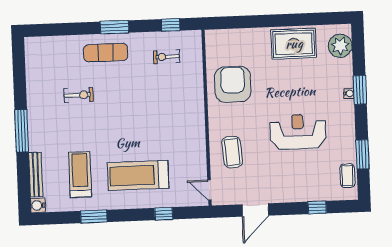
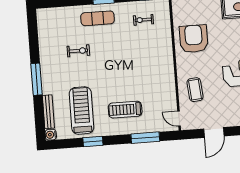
treadmill: (80, 175) -> (82, 110), width x1.37, depth x1.38
treadmill: (138, 175) -> (125, 110), width x0.73, depth x0.73
window: (164, 214) -> (145, 138), width x2.17

